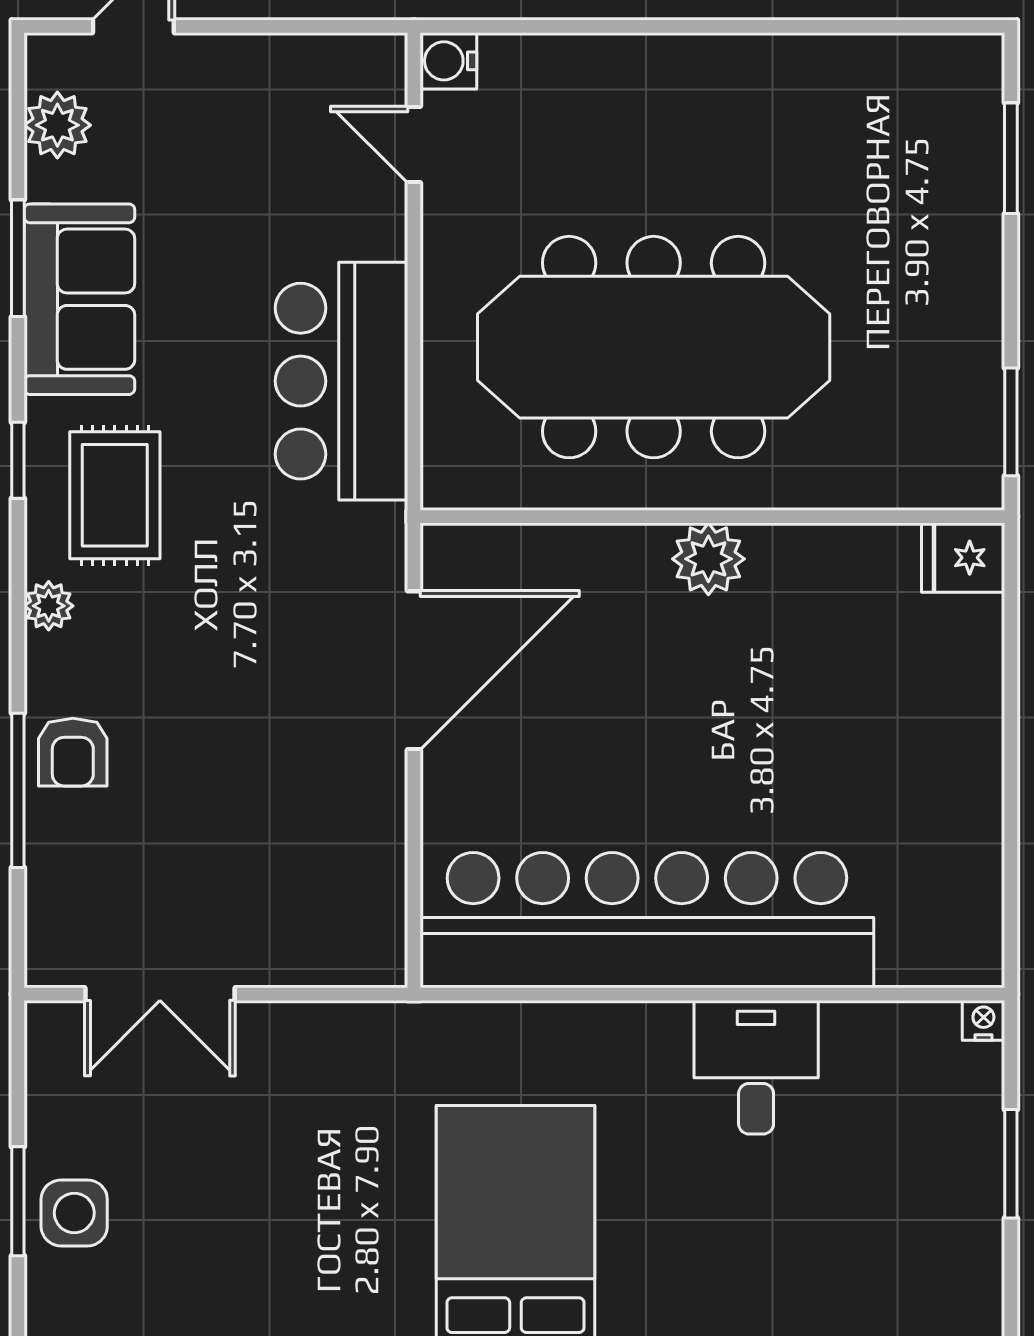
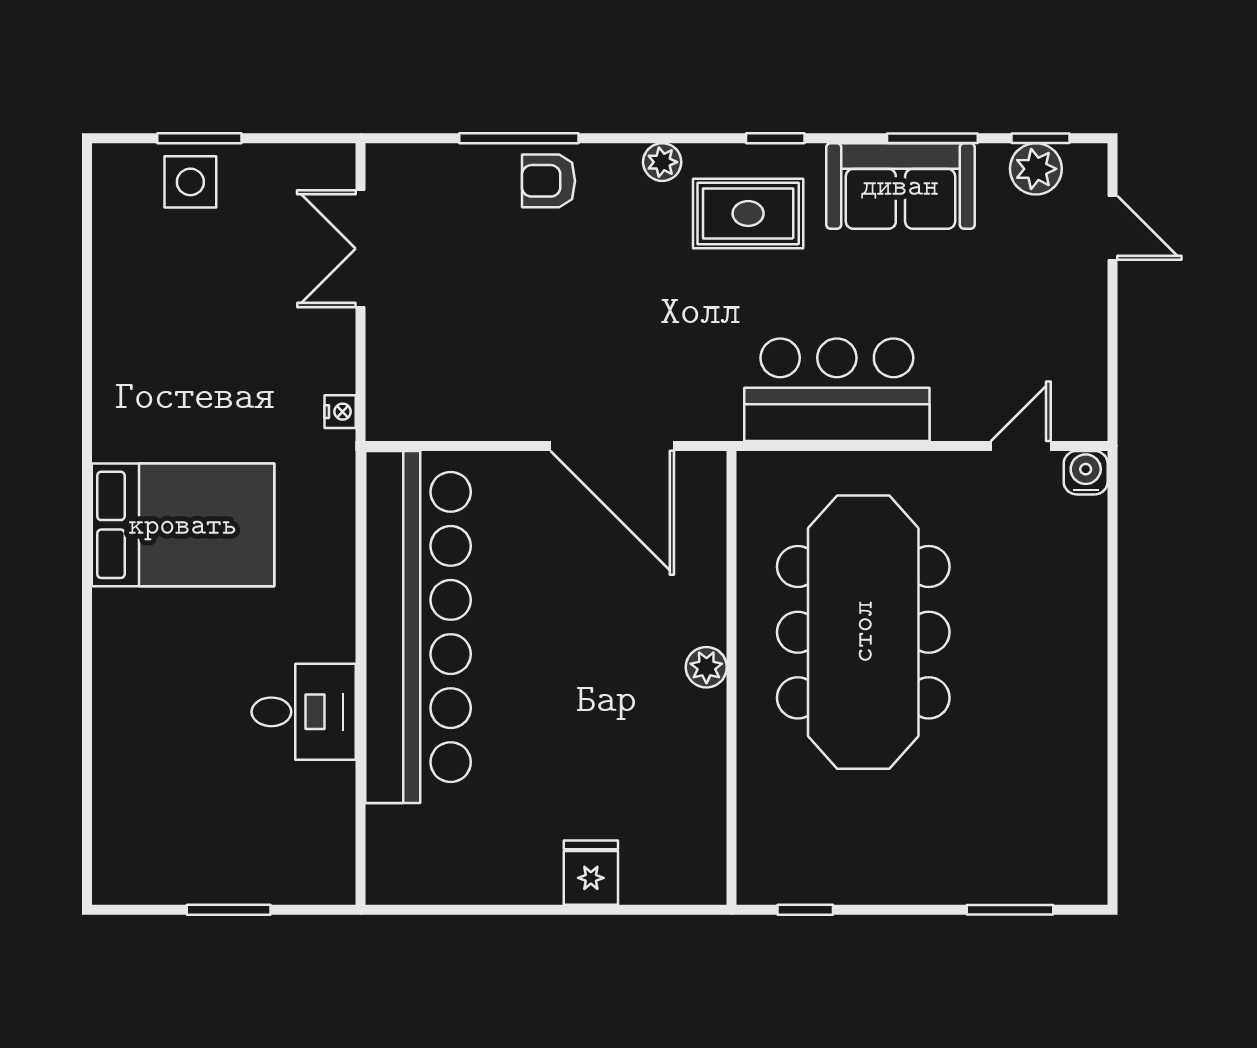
window: (18, 119) -> (1040, 138), added
window: (1011, 422) -> (805, 910), width x0.67
fridge: (963, 558) -> (591, 873), moved
plant: (708, 559) -> (706, 667), width x0.73, depth x0.73
nightstand: (983, 1020) -> (340, 412), moved

